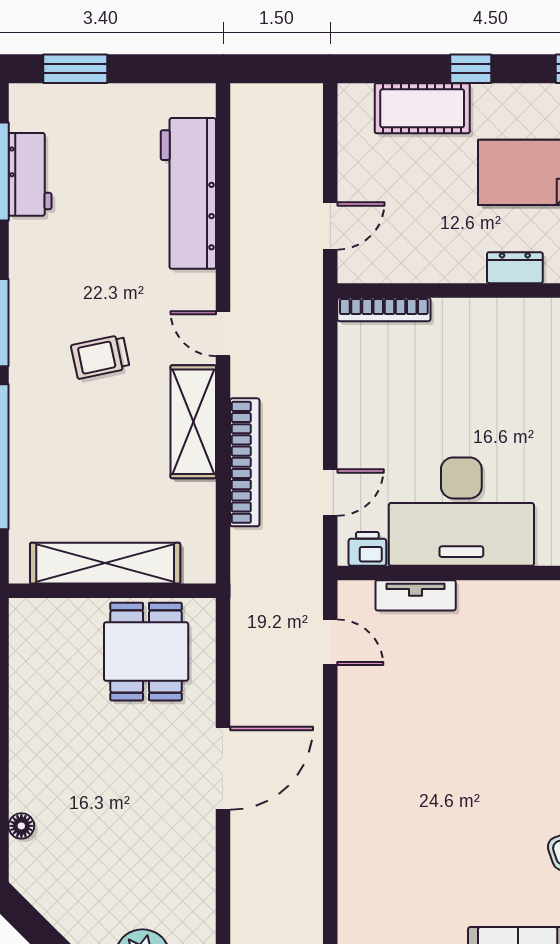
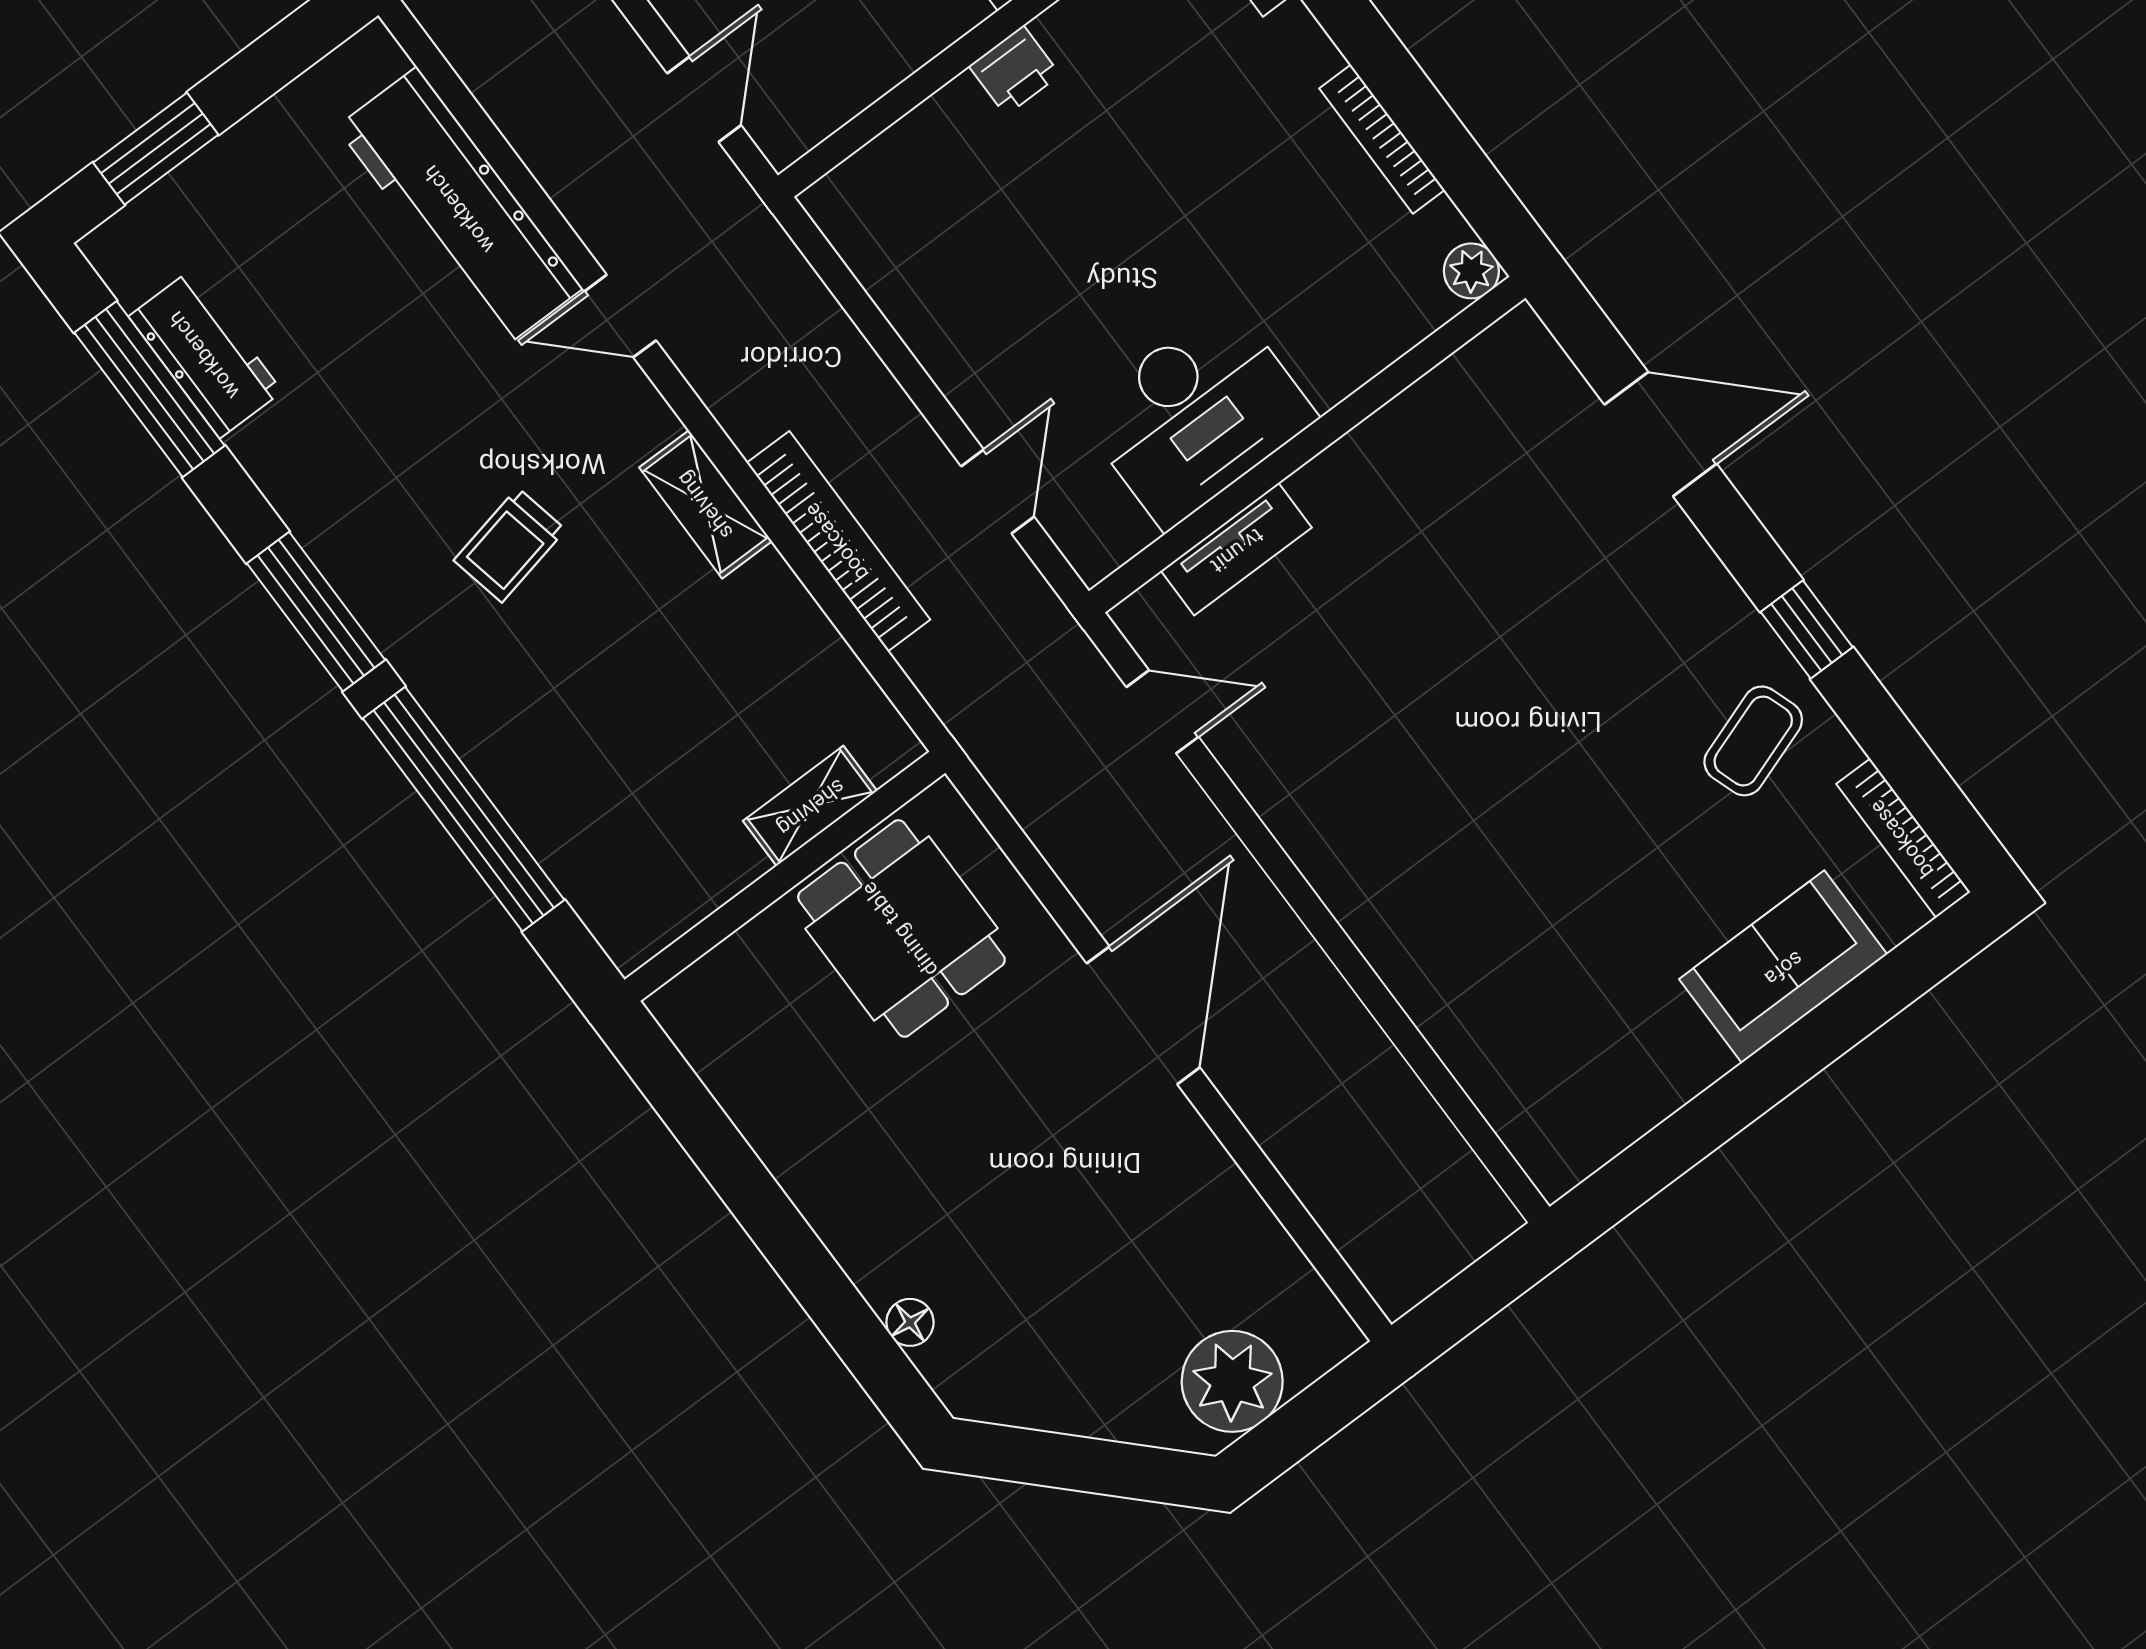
bookcase: (384, 309) -> (875, 163), removed
door: (223, 334) -> (620, 316), moved
shelving: (193, 422) -> (706, 504), width x0.67, depth x0.75
desk: (461, 512) -> (1197, 415), width x0.73, depth x0.77
printer: (367, 549) -> (1014, 70), moved, turned 180
shelving: (105, 563) -> (810, 806), width x0.45, depth x0.75

